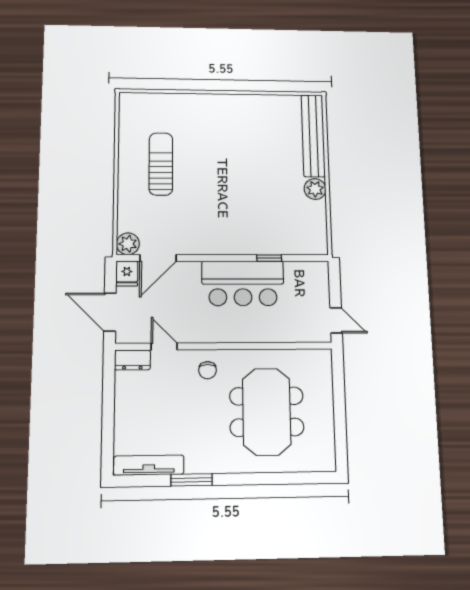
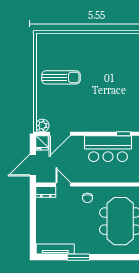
sun lounger: (161, 164) -> (61, 77), turned 90
door: (110, 312) -> (33, 165), hinge flipped

